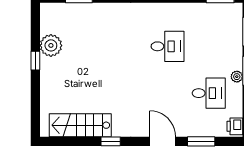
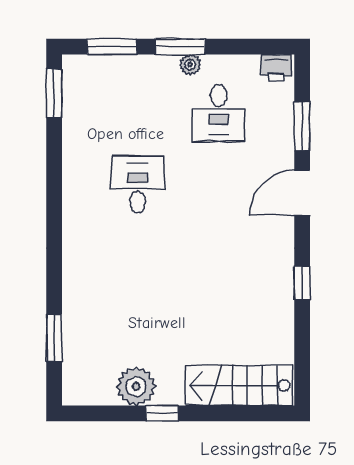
desk: (209, 93) -> (219, 113), turned 180
stairs: (80, 125) -> (239, 385), moved, turned 90

